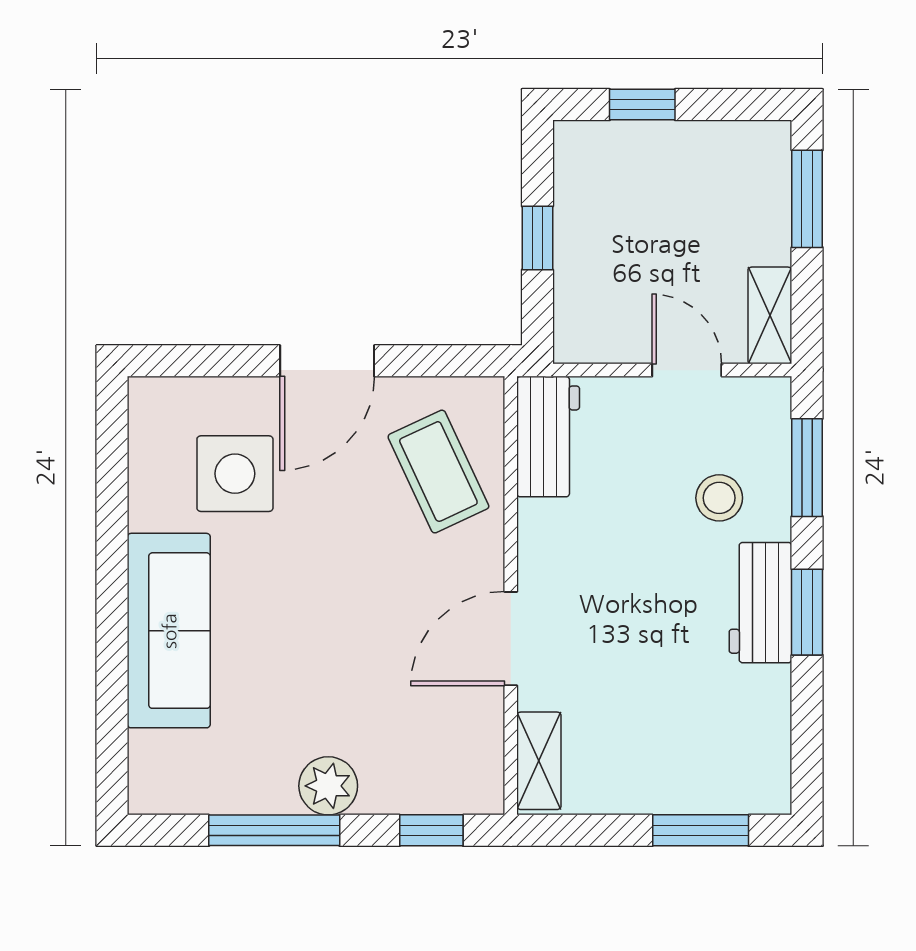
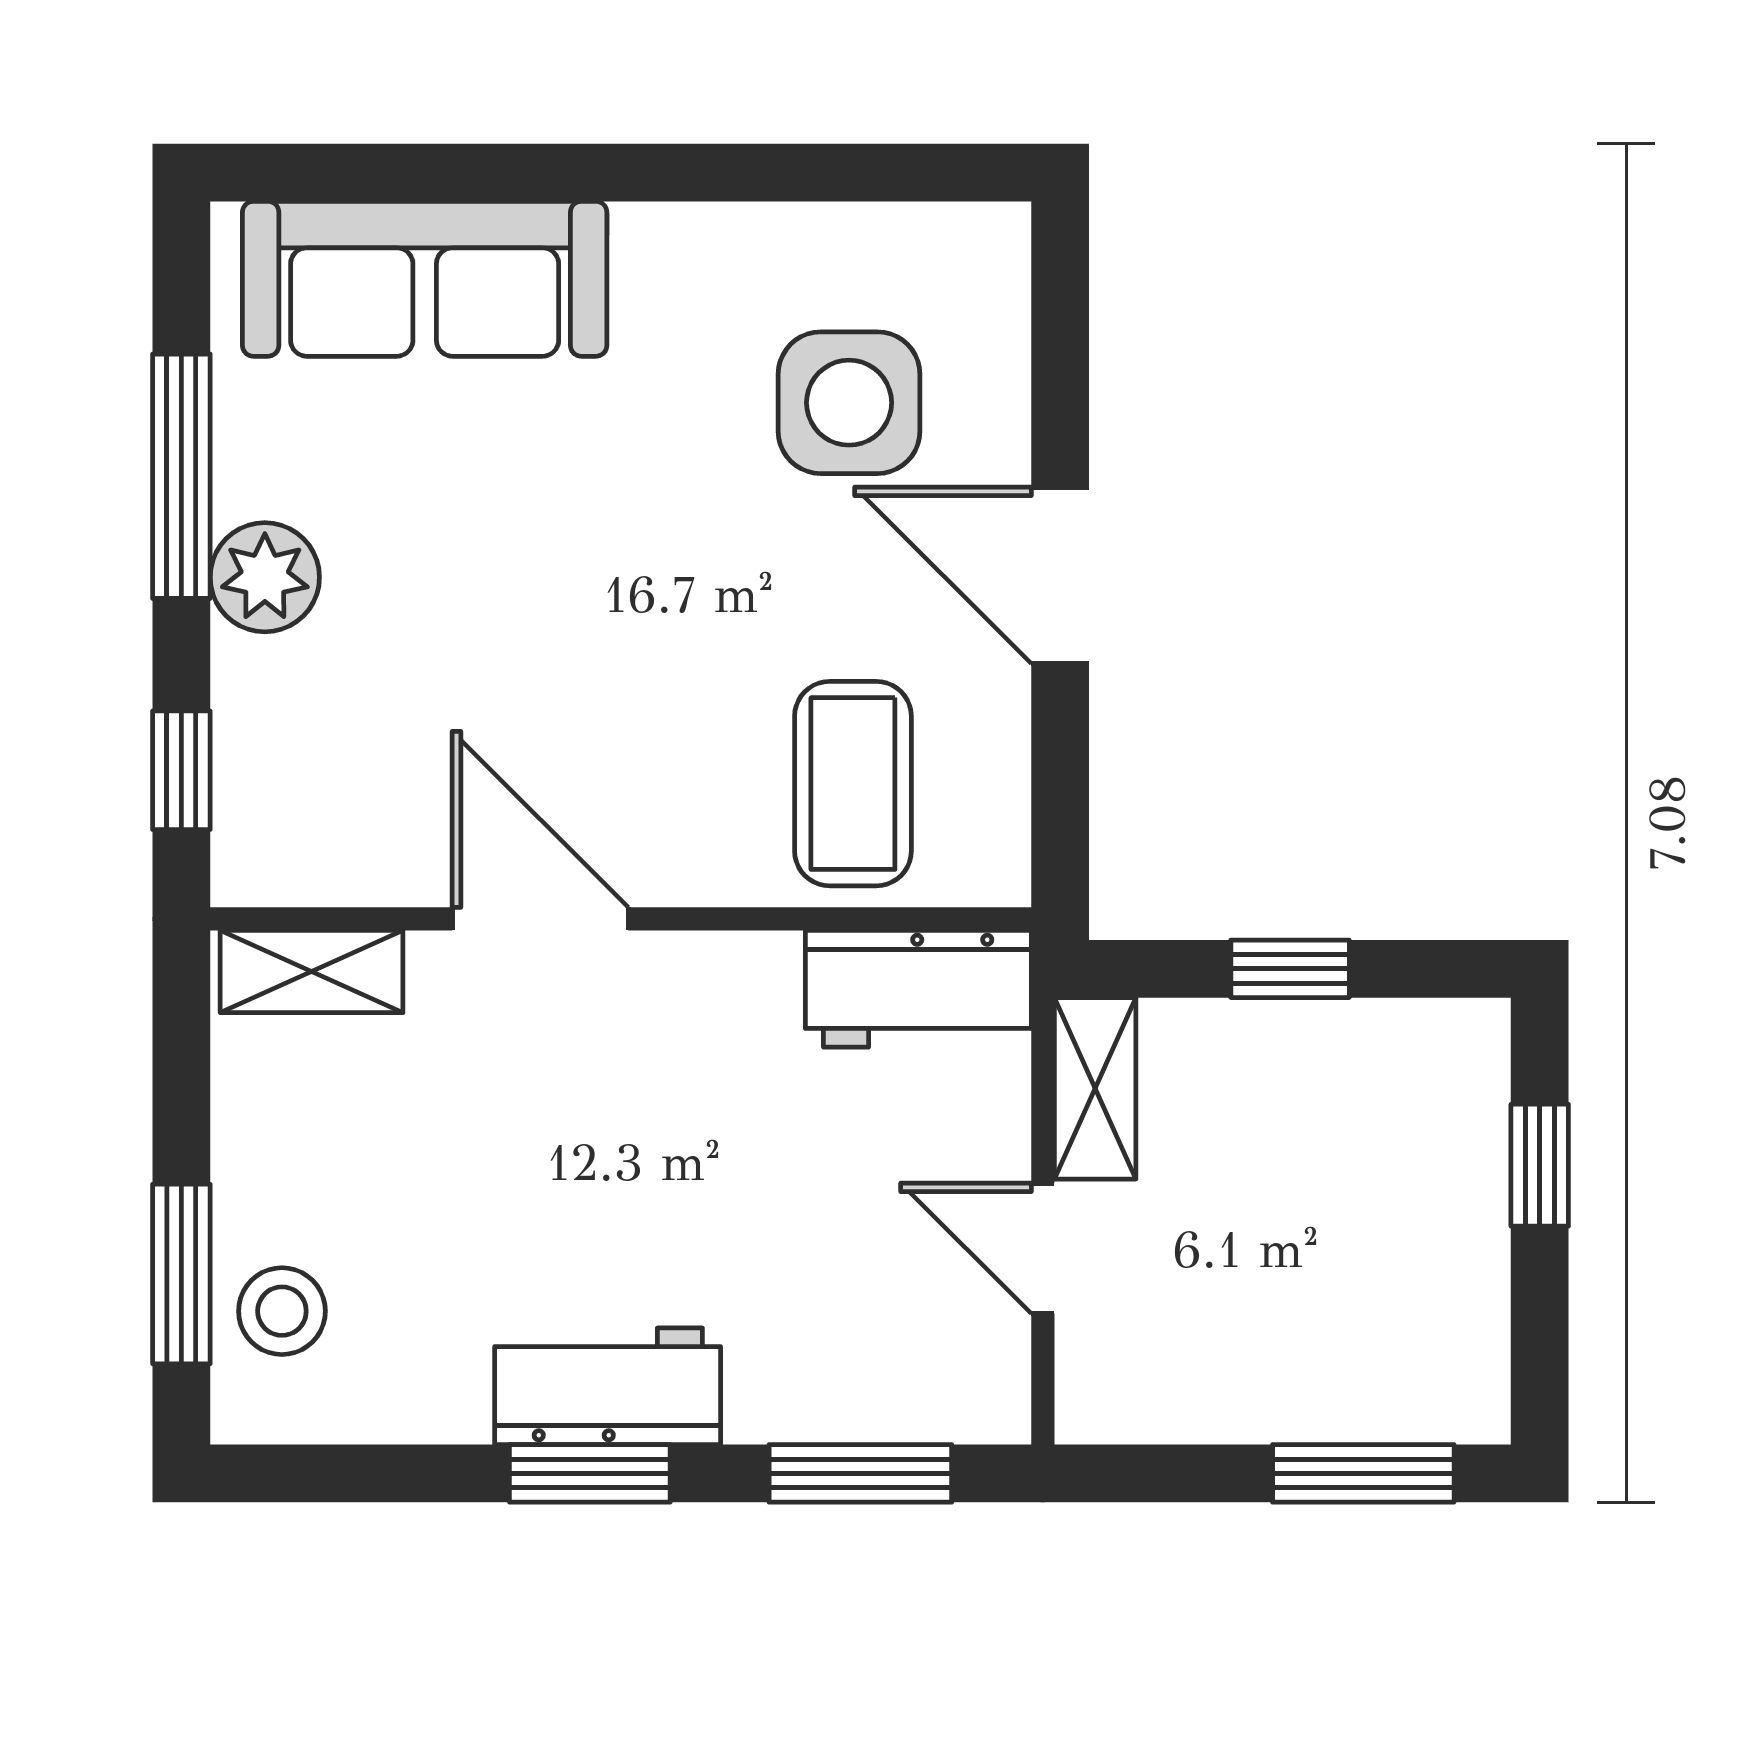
shelving: (770, 315) -> (1095, 1088), moved, turned 90
door: (687, 370) -> (1043, 1248), swing flipped
coffee table: (438, 472) -> (853, 784), turned -65
stool: (719, 498) -> (282, 1311), moved
sofa: (169, 631) -> (425, 279), moved

